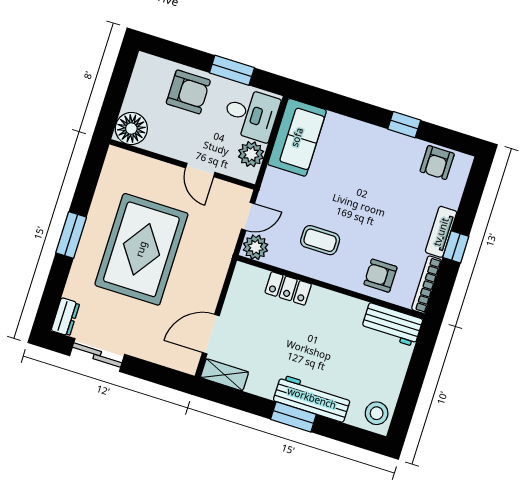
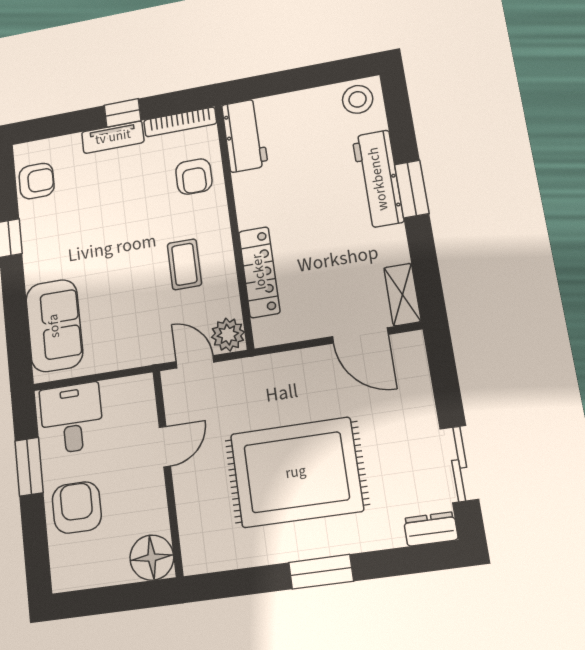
sofa: (297, 137) -> (54, 326), moved, turned 90
plant: (251, 154) -> (119, 395), removed
locker: (288, 288) -> (259, 272), width x1.53

